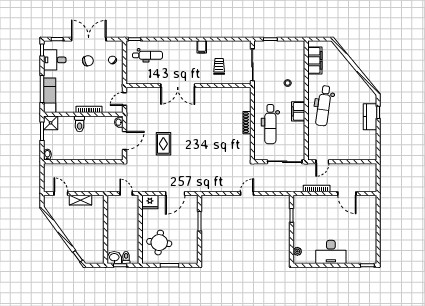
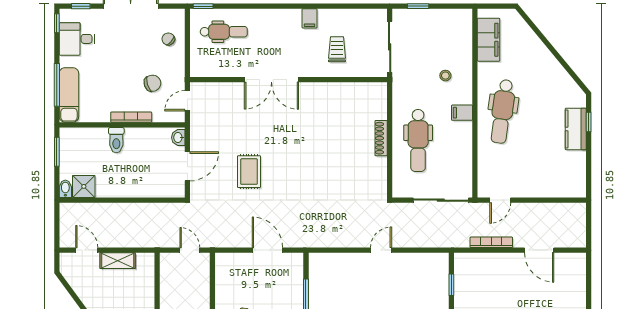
chair: (88, 61) -> (152, 83), moved
filing cabinet: (298, 111) -> (462, 113), width x0.50
shower: (51, 123) -> (84, 186), moved
door: (175, 193) -> (267, 250), swing flipped
fridge: (150, 202) -> (227, 264), removed

